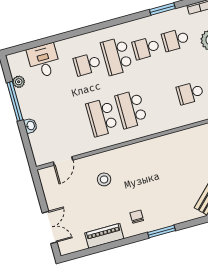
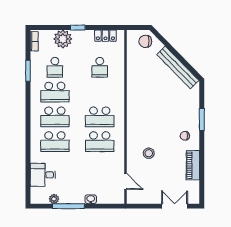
school desk: (146, 48) -> (55, 92), width x1.85
school desk: (87, 64) -> (55, 142), width x1.85

